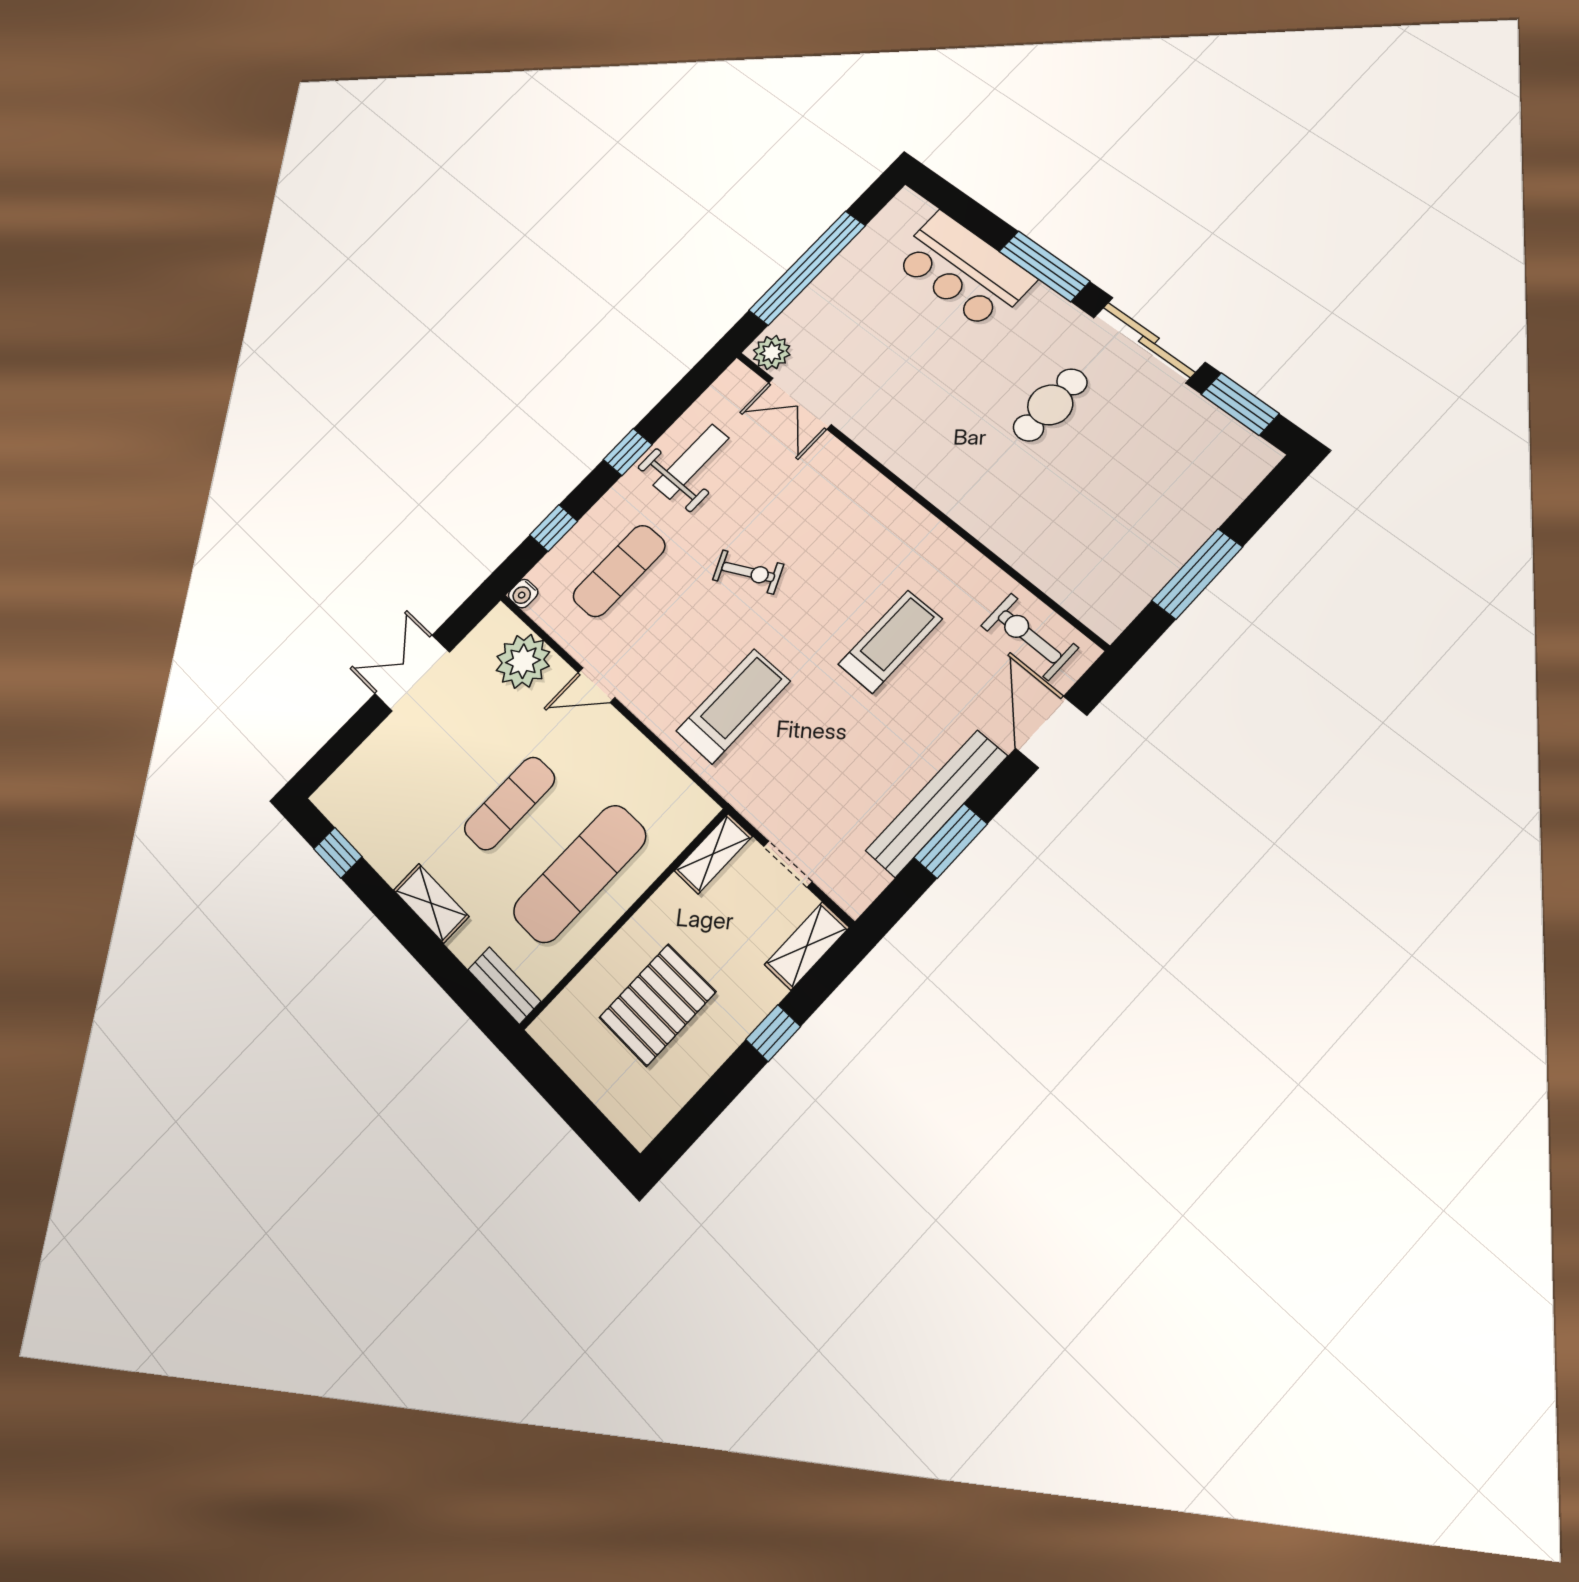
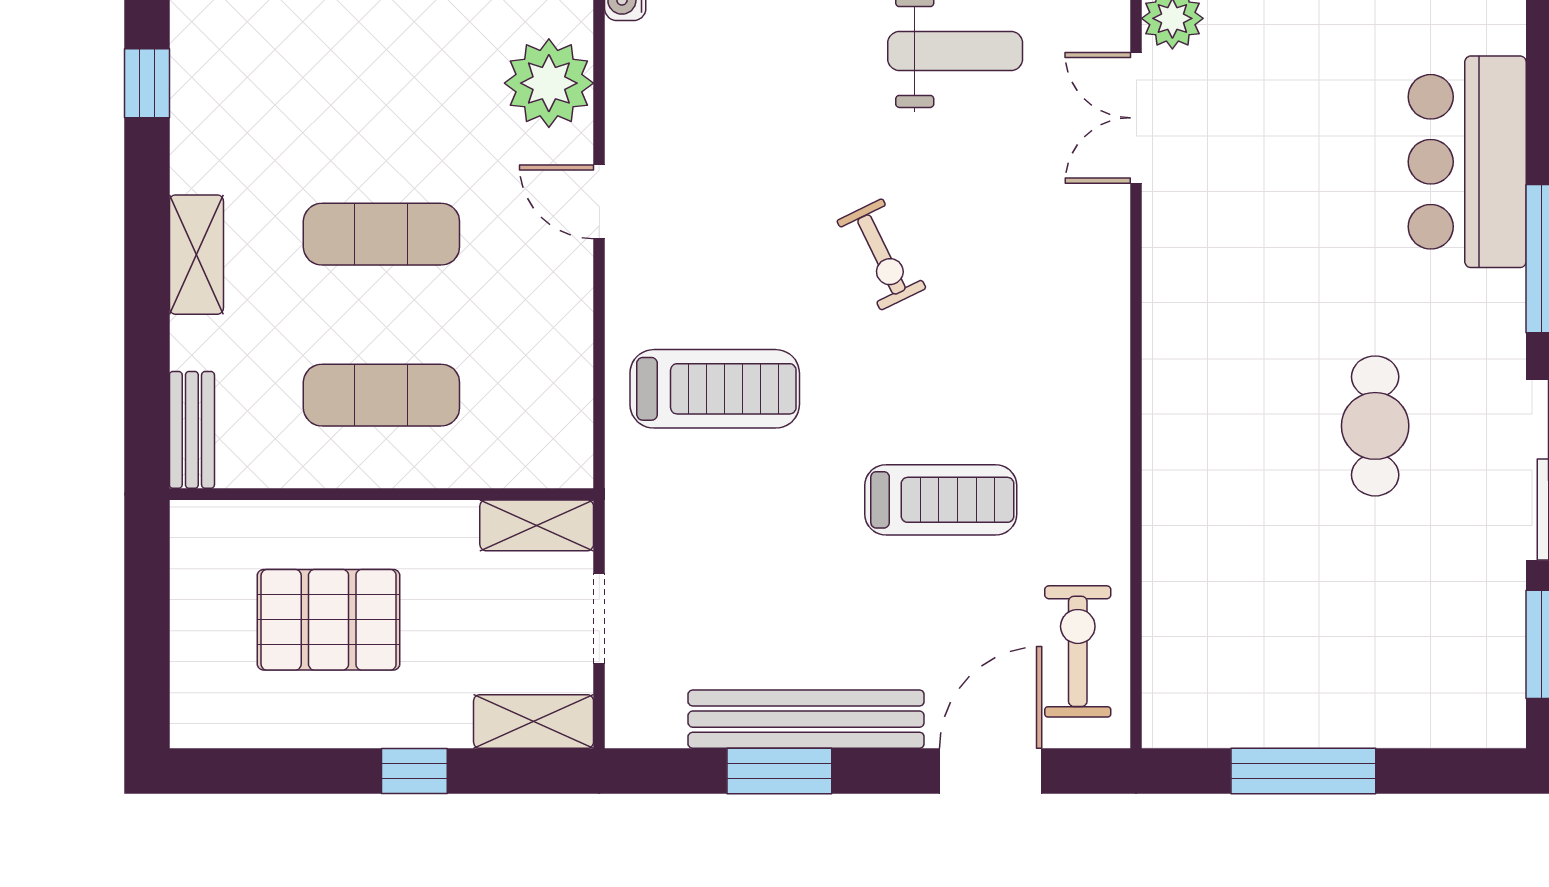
cafe table: (1050, 405) -> (1375, 426), turned 90
exercise mat: (619, 571) -> (752, 94), removed
exercise mat: (580, 874) -> (381, 395), width x0.73, depth x0.69

